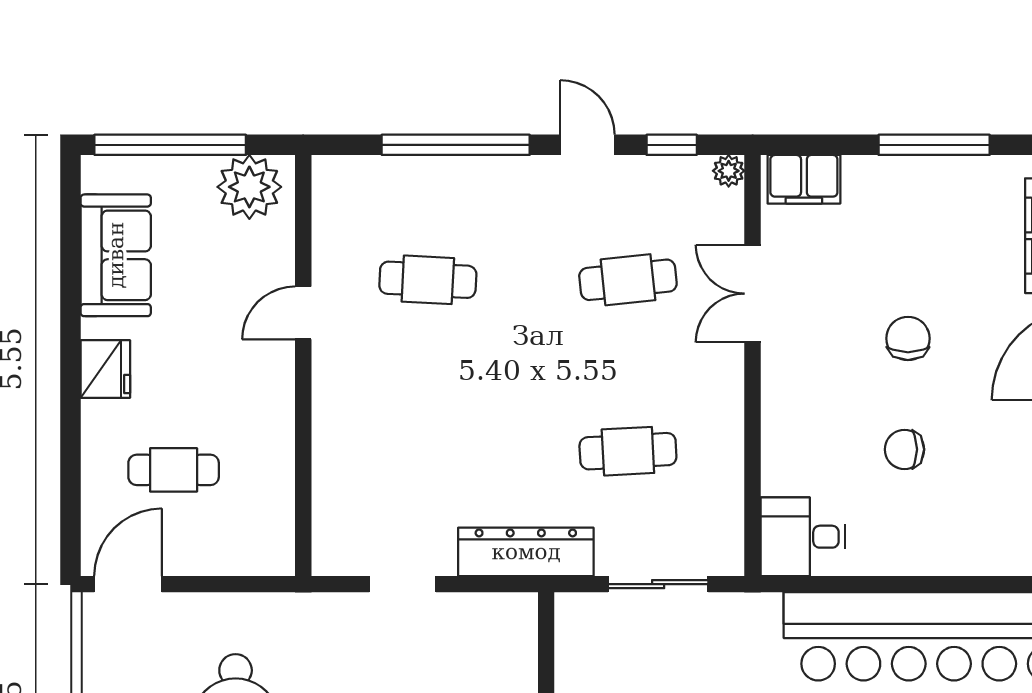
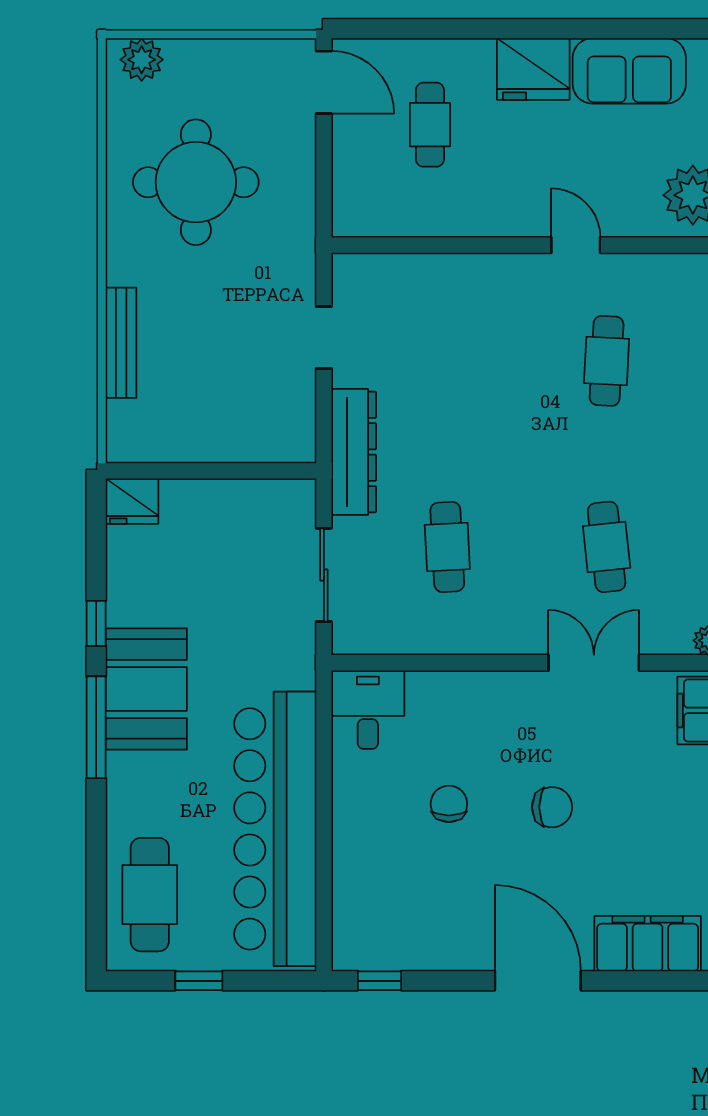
fridge: (105, 369) -> (533, 69), width x1.36, depth x1.34

